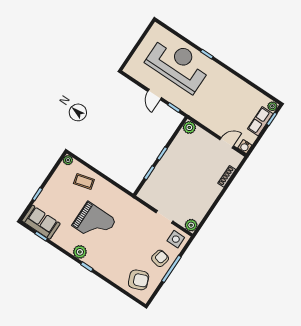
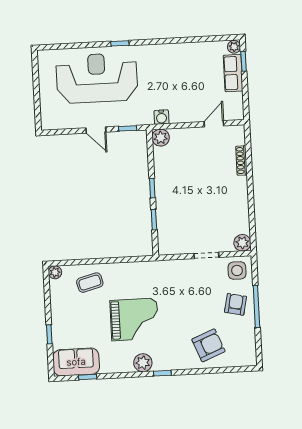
water cooler: (245, 147) -> (161, 117), moved
armchair: (139, 280) -> (208, 345), moved

